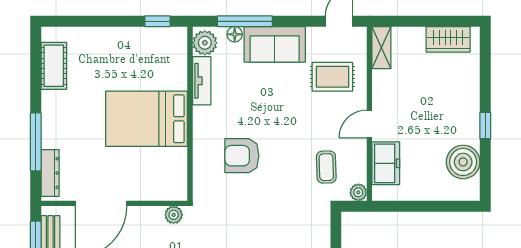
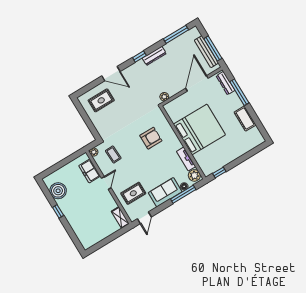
wardrobe: (448, 39) -> (95, 238), removed
cot: (54, 66) -> (245, 119), moved
bed: (147, 119) -> (199, 130), width x1.36

